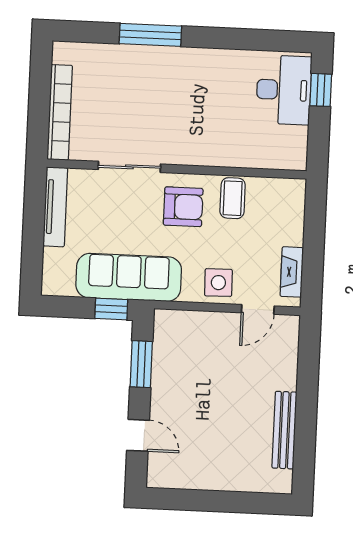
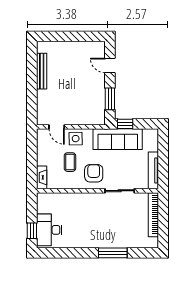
coffee table: (233, 198) -> (70, 162), moved
armchair: (183, 207) -> (94, 173), turned 90
fireplace: (292, 272) -> (42, 177), moved
door: (258, 309) -> (57, 127), swing flipped

